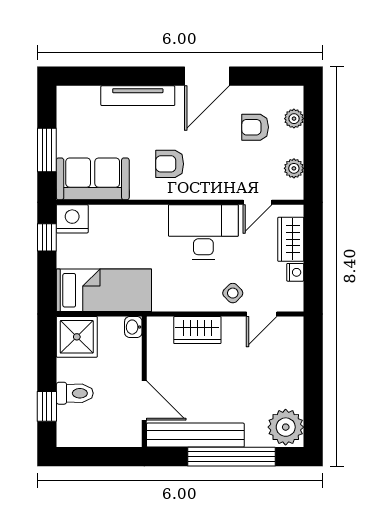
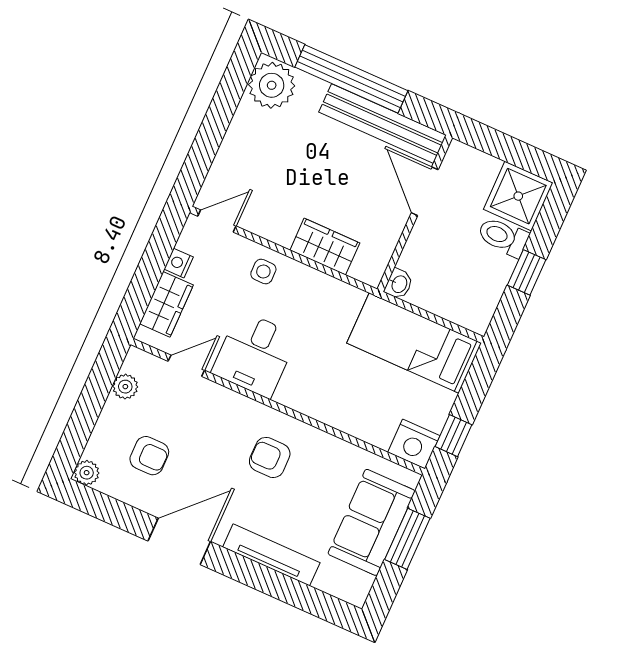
plant: (294, 119) -> (87, 473), moved
armchair: (170, 164) -> (270, 457), turned 180
sofa: (93, 179) -> (371, 522), moved, turned 90
desk: (203, 232) -> (255, 354), width x0.73
side table: (233, 293) -> (263, 271), turned 45
door: (262, 314) -> (217, 221), moved
shower: (77, 337) -> (518, 196), moved
window: (47, 406) -> (527, 272), moved

